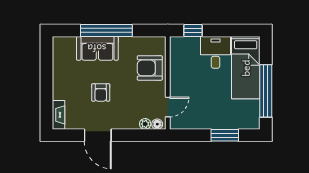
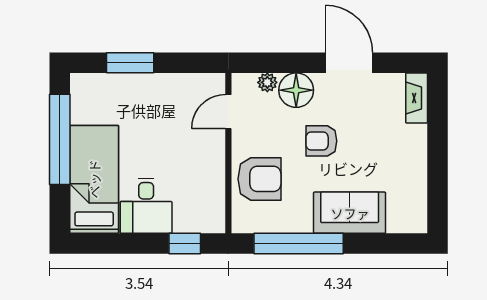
window: (106, 30) -> (299, 244), moved
armchair: (101, 92) -> (321, 141), moved, turned -90
floor lamp: (157, 124) -> (296, 90), moved, width x1.89, depth x1.89

